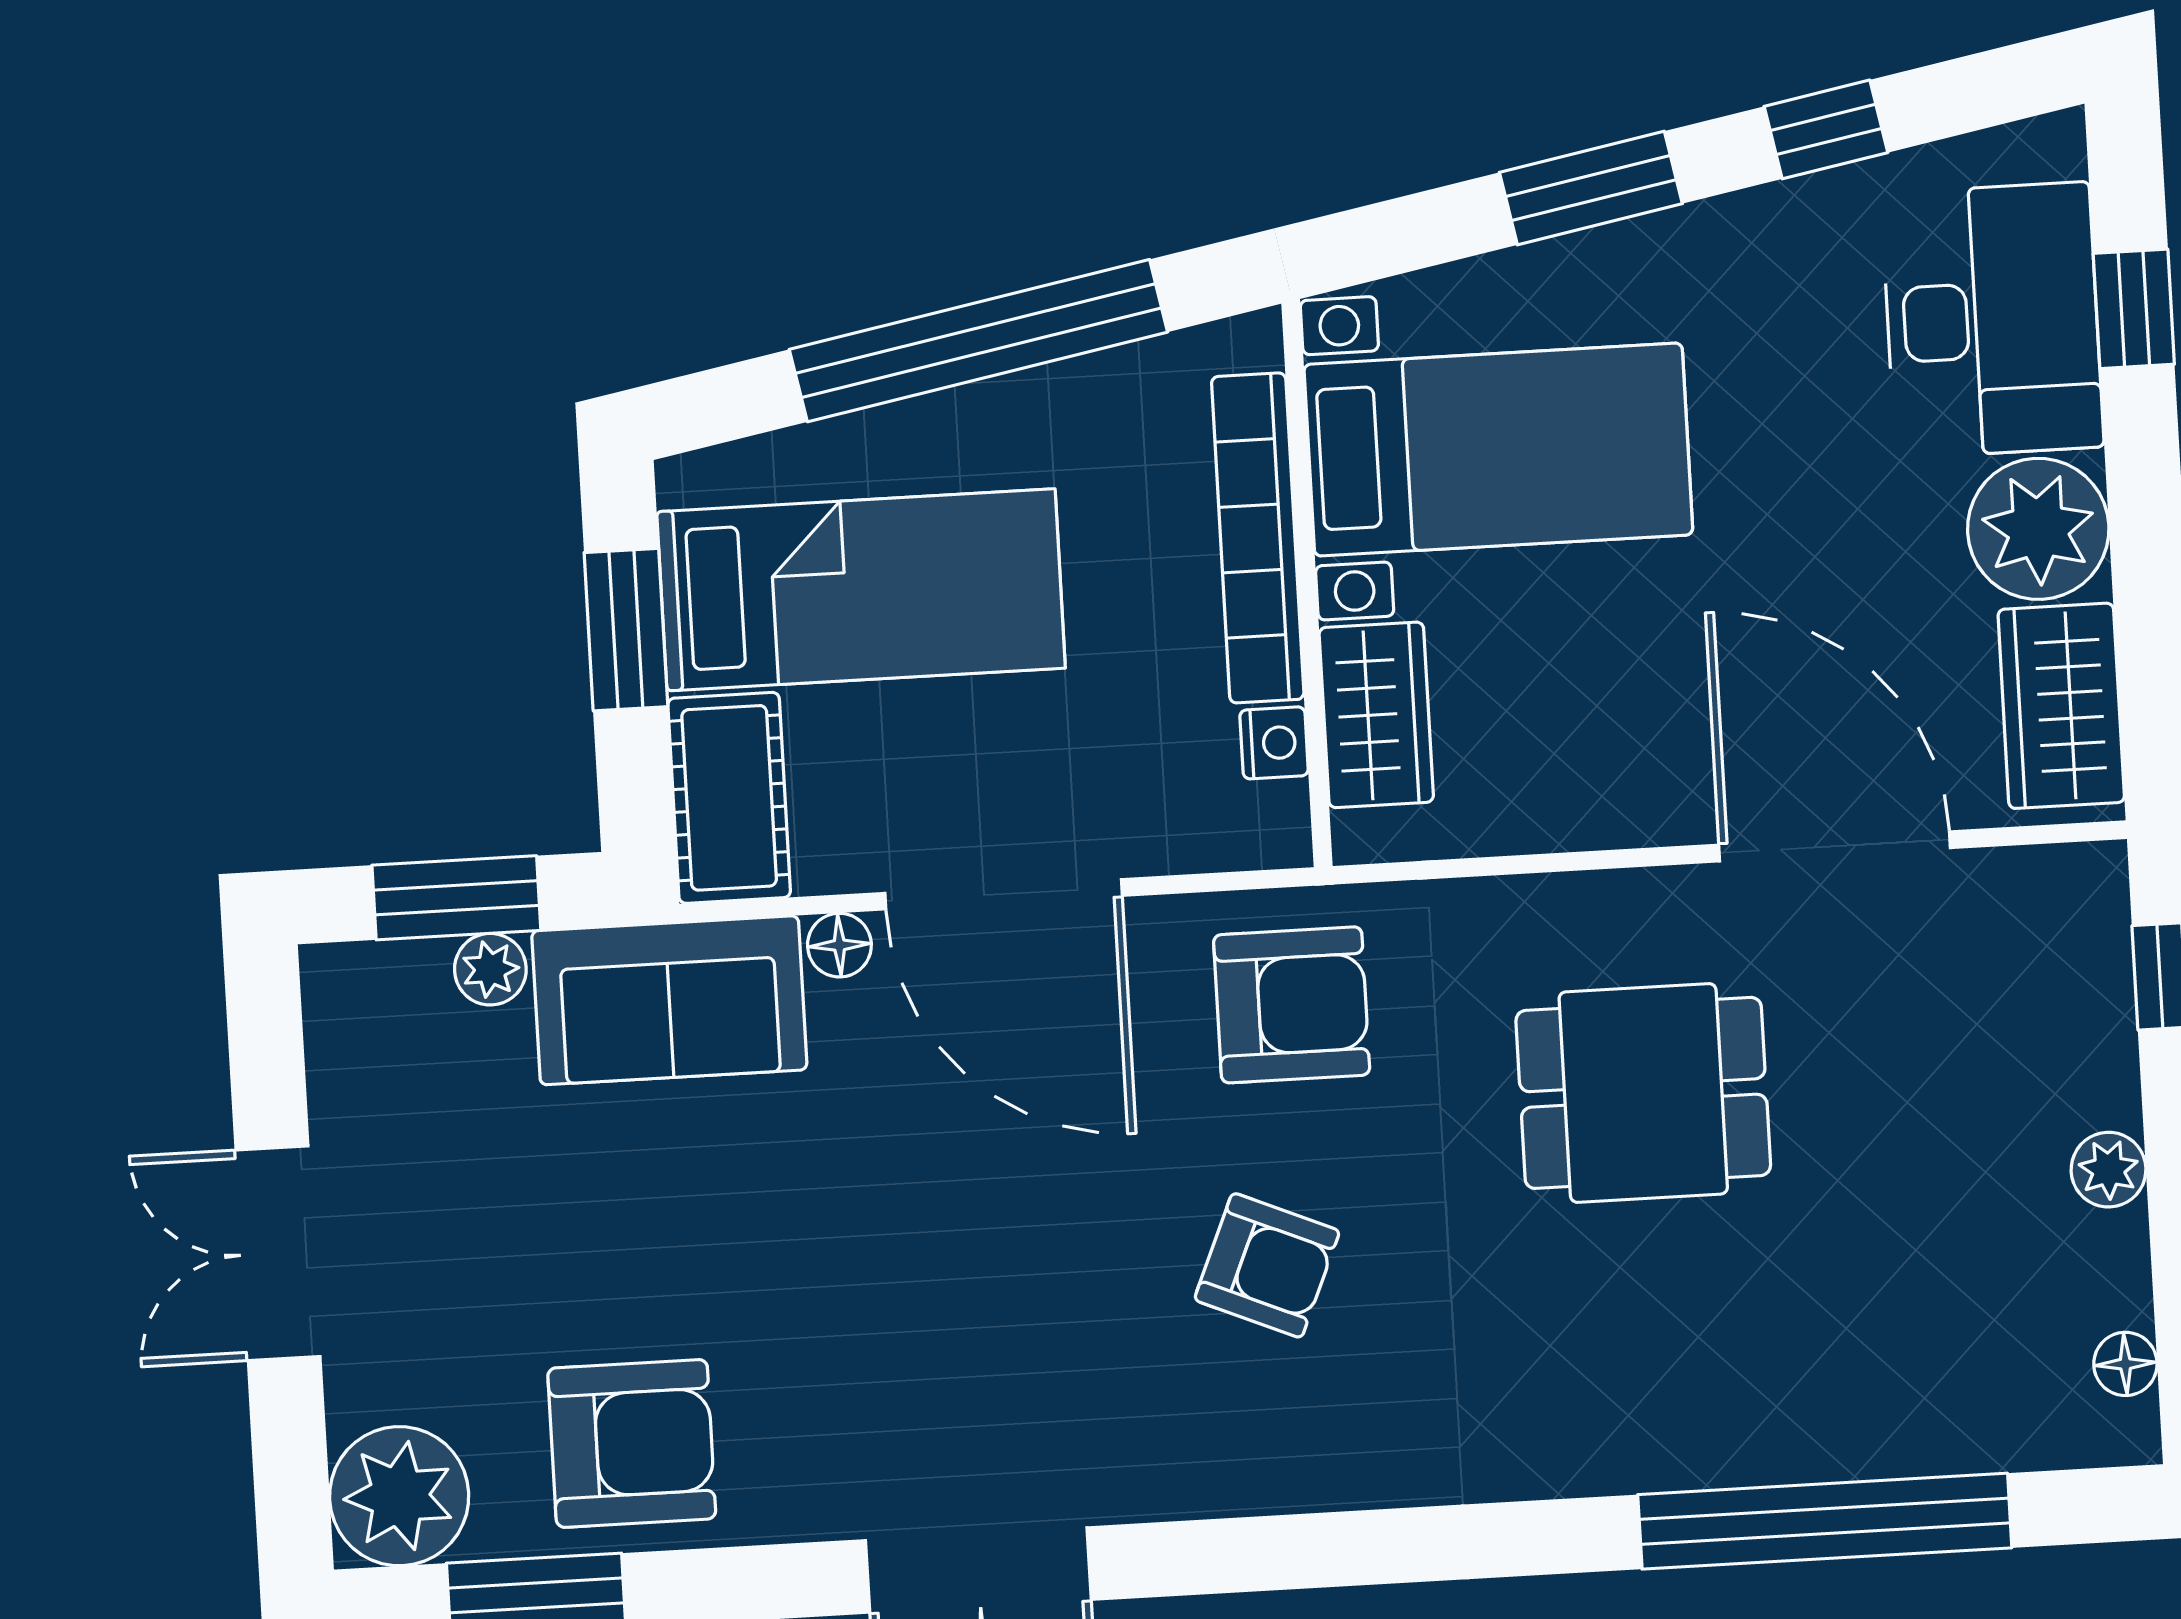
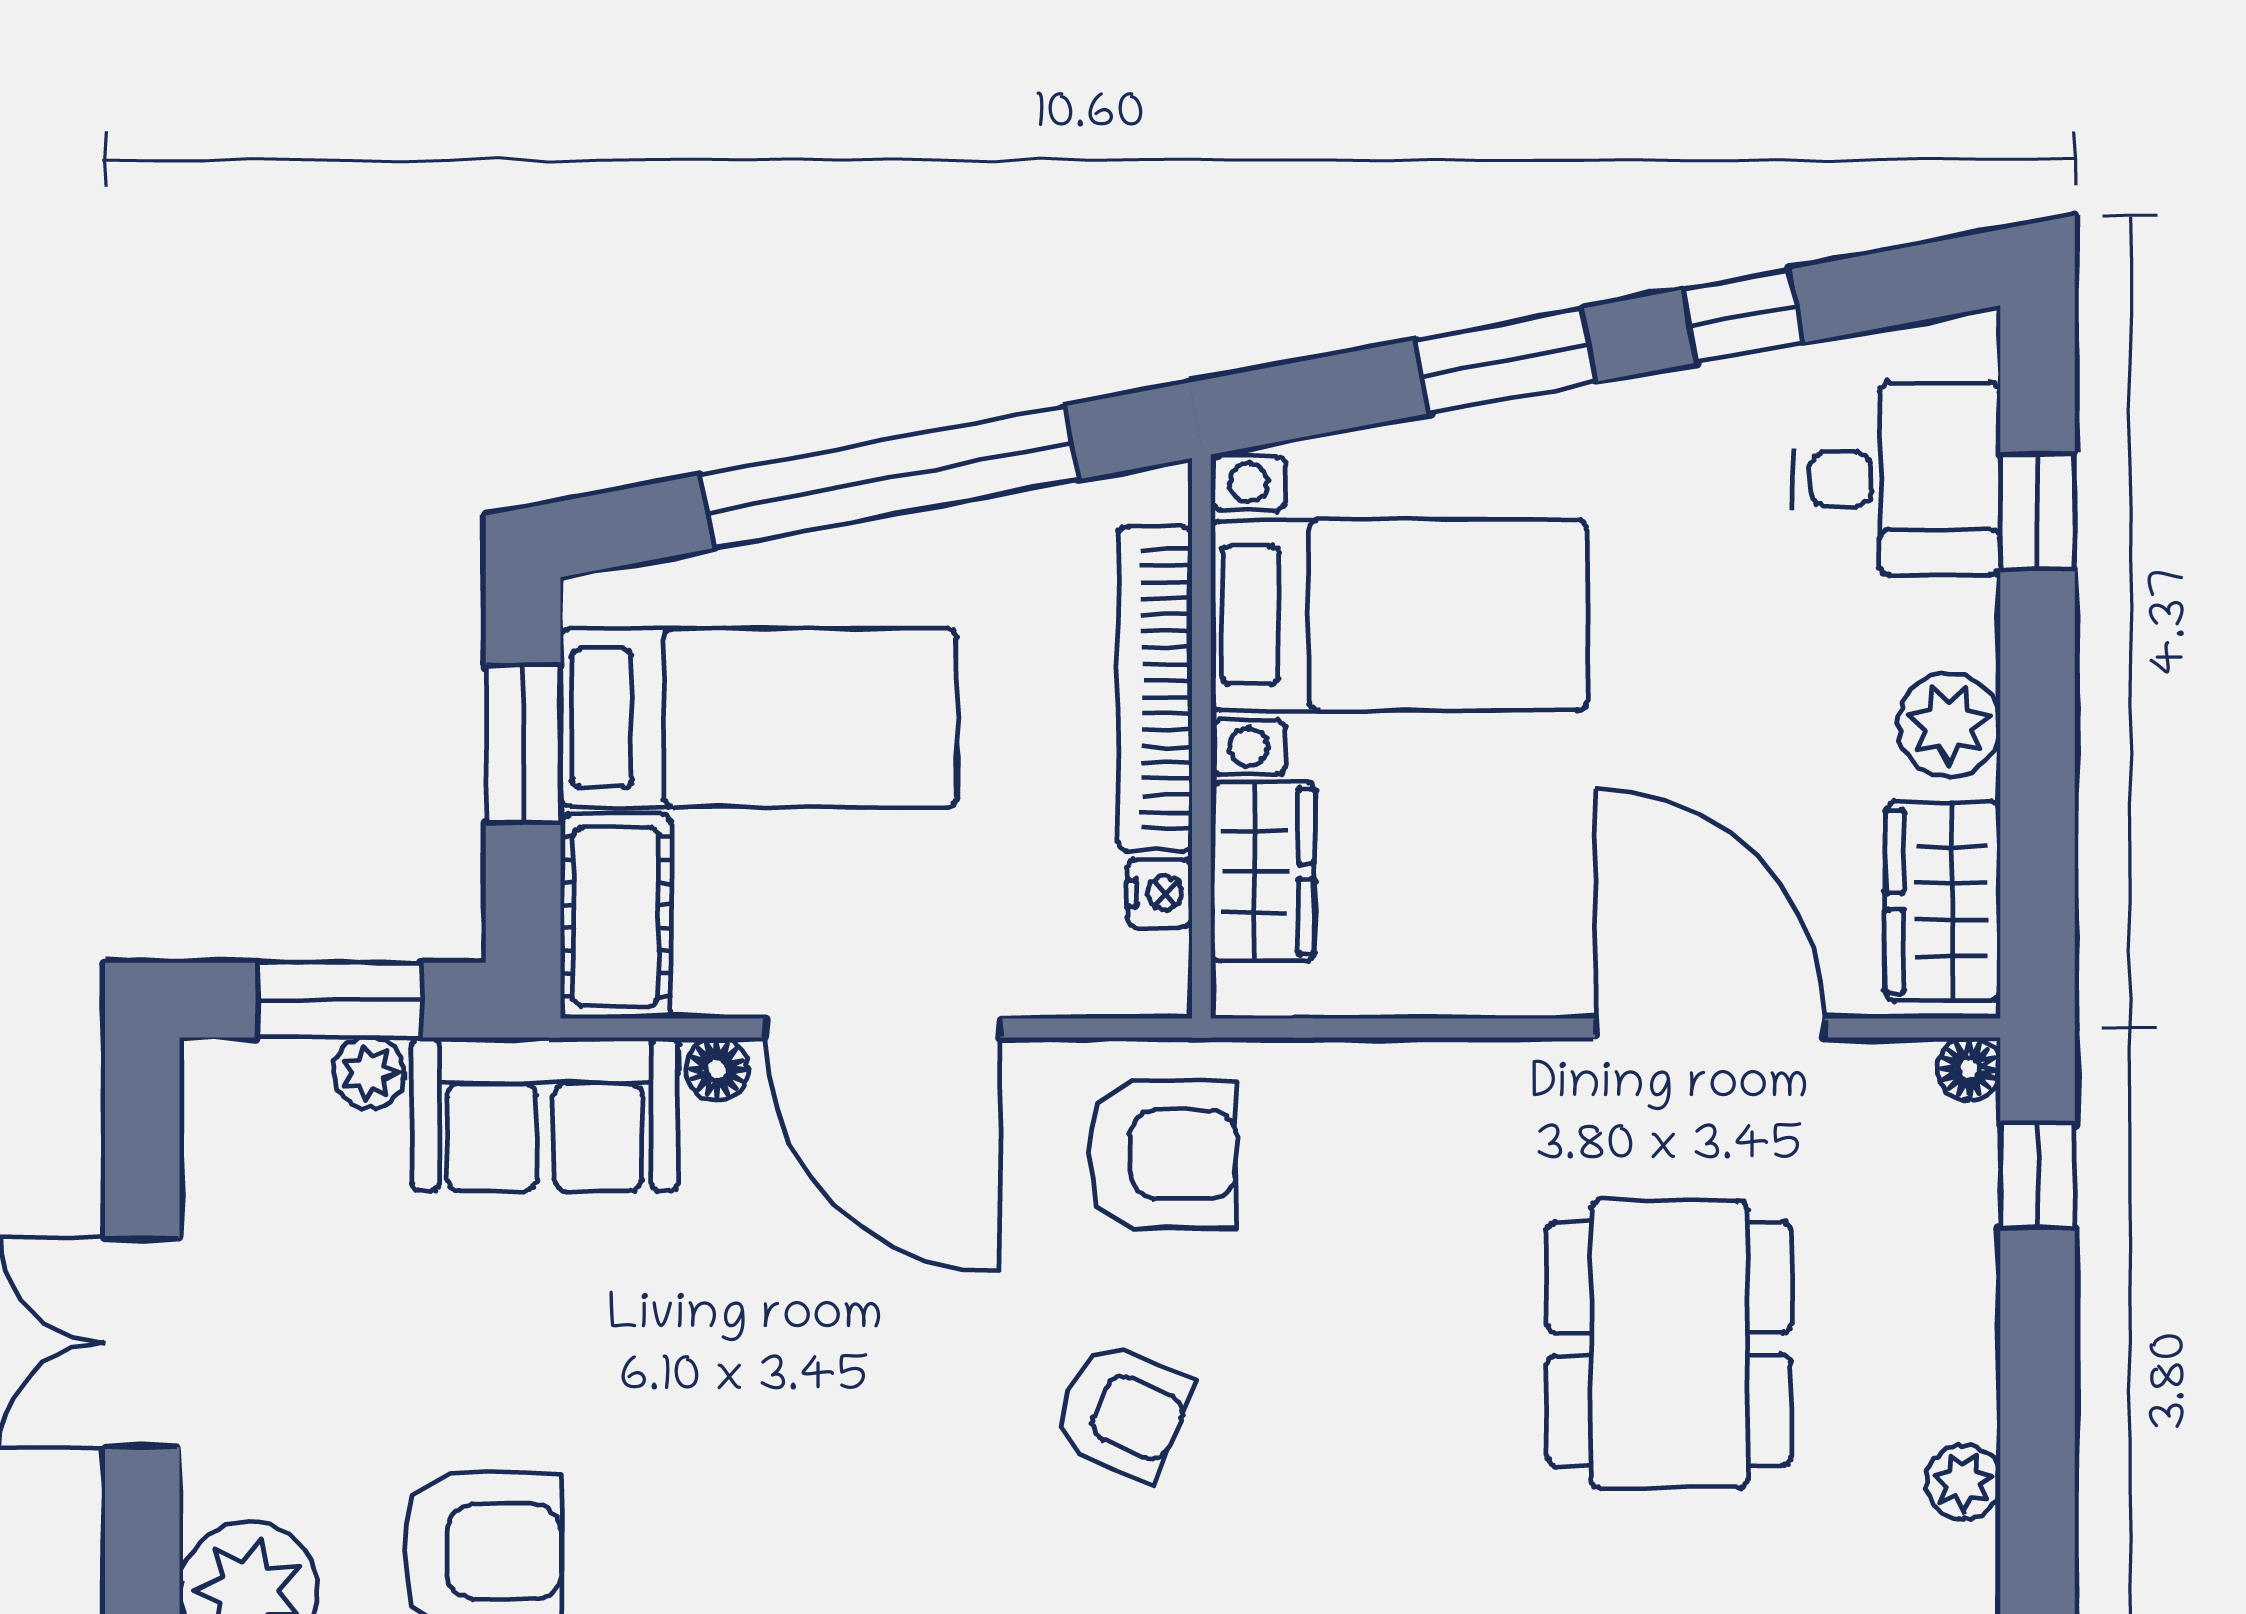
desk: (1992, 320) -> (1897, 479), width x0.73
plant: (2038, 529) -> (1949, 725), width x0.73, depth x0.73
dining table: (1643, 1093) -> (1669, 1344), moved, width x1.38
plant: (2109, 1170) -> (1963, 1482), moved
floor lamp: (2125, 1364) -> (1969, 1069), moved

